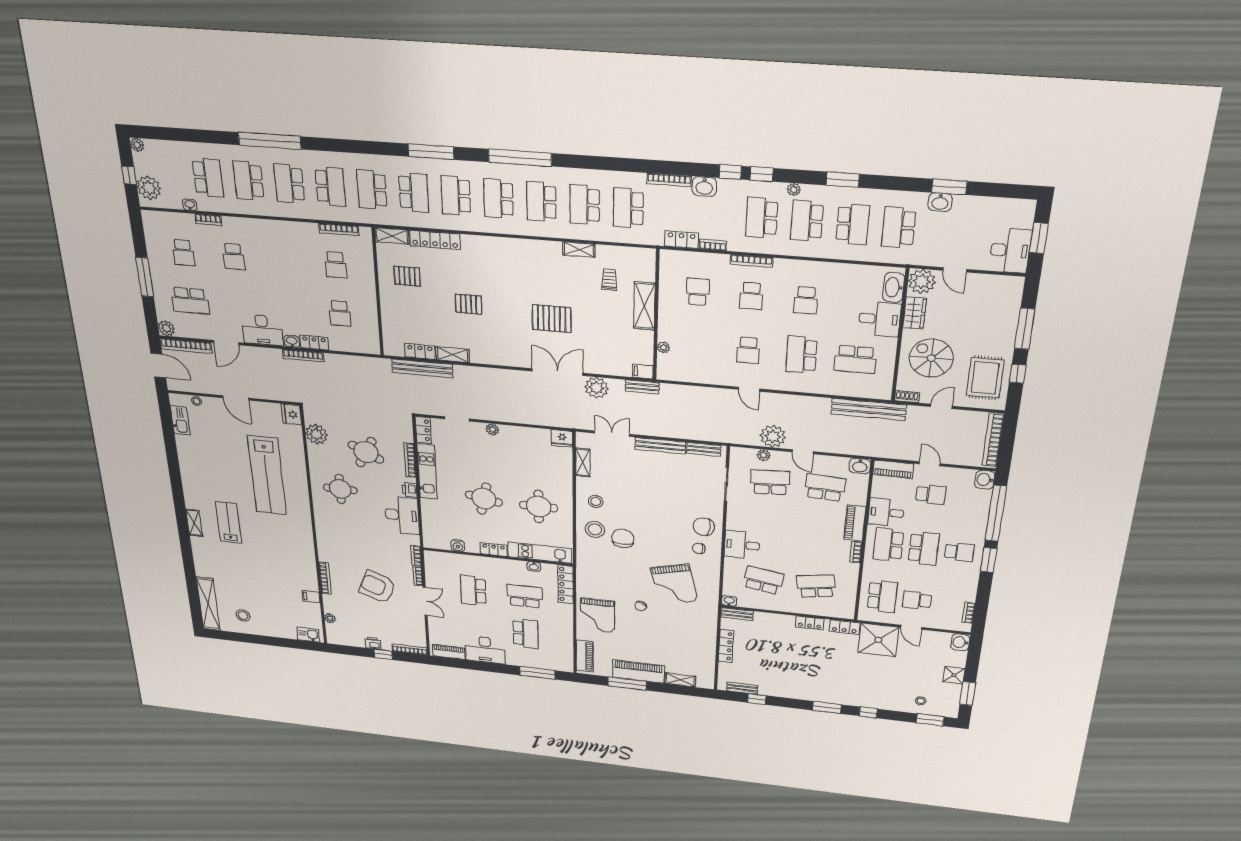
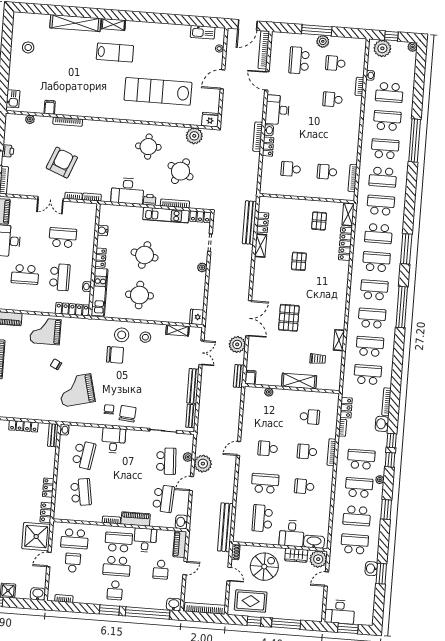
plant: (166, 328) -> (323, 41), moved
shelving: (208, 604) -> (75, 23), moved

